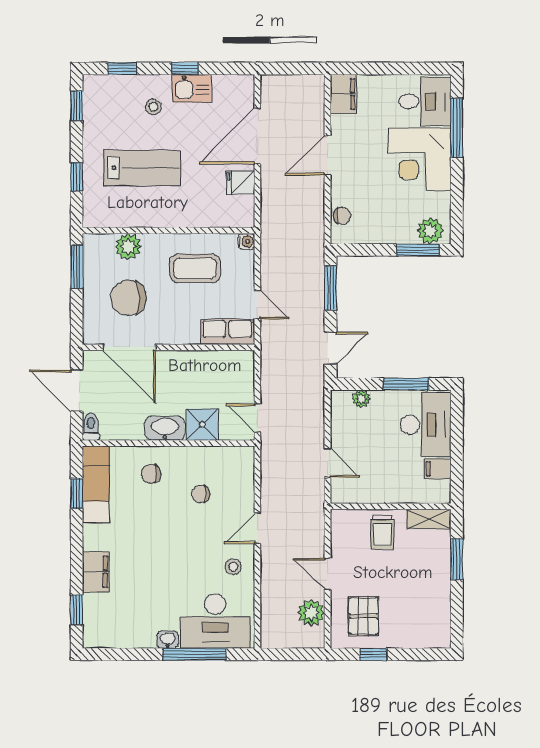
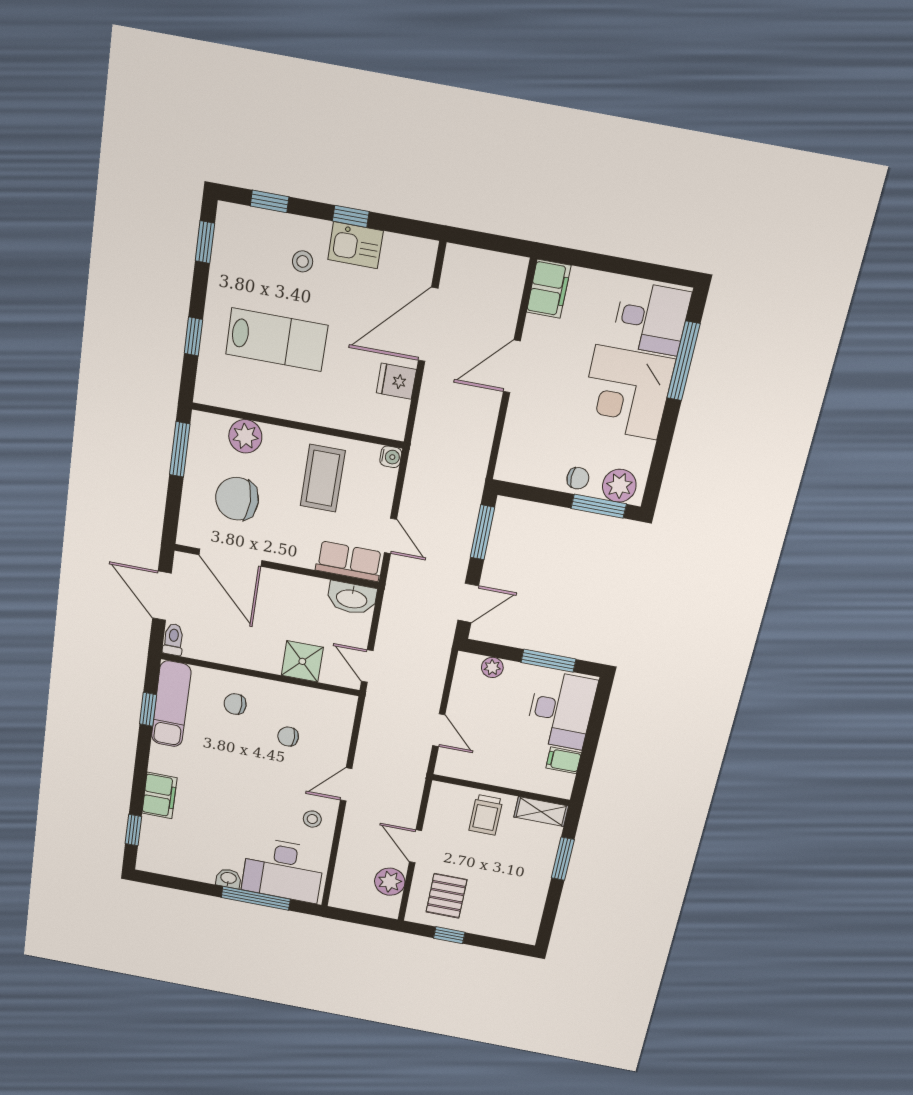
chair: (342, 216) -> (578, 478), moved
coffee table: (195, 268) -> (323, 478), turned 90
washbasin: (165, 428) -> (352, 598), moved, turned 180

